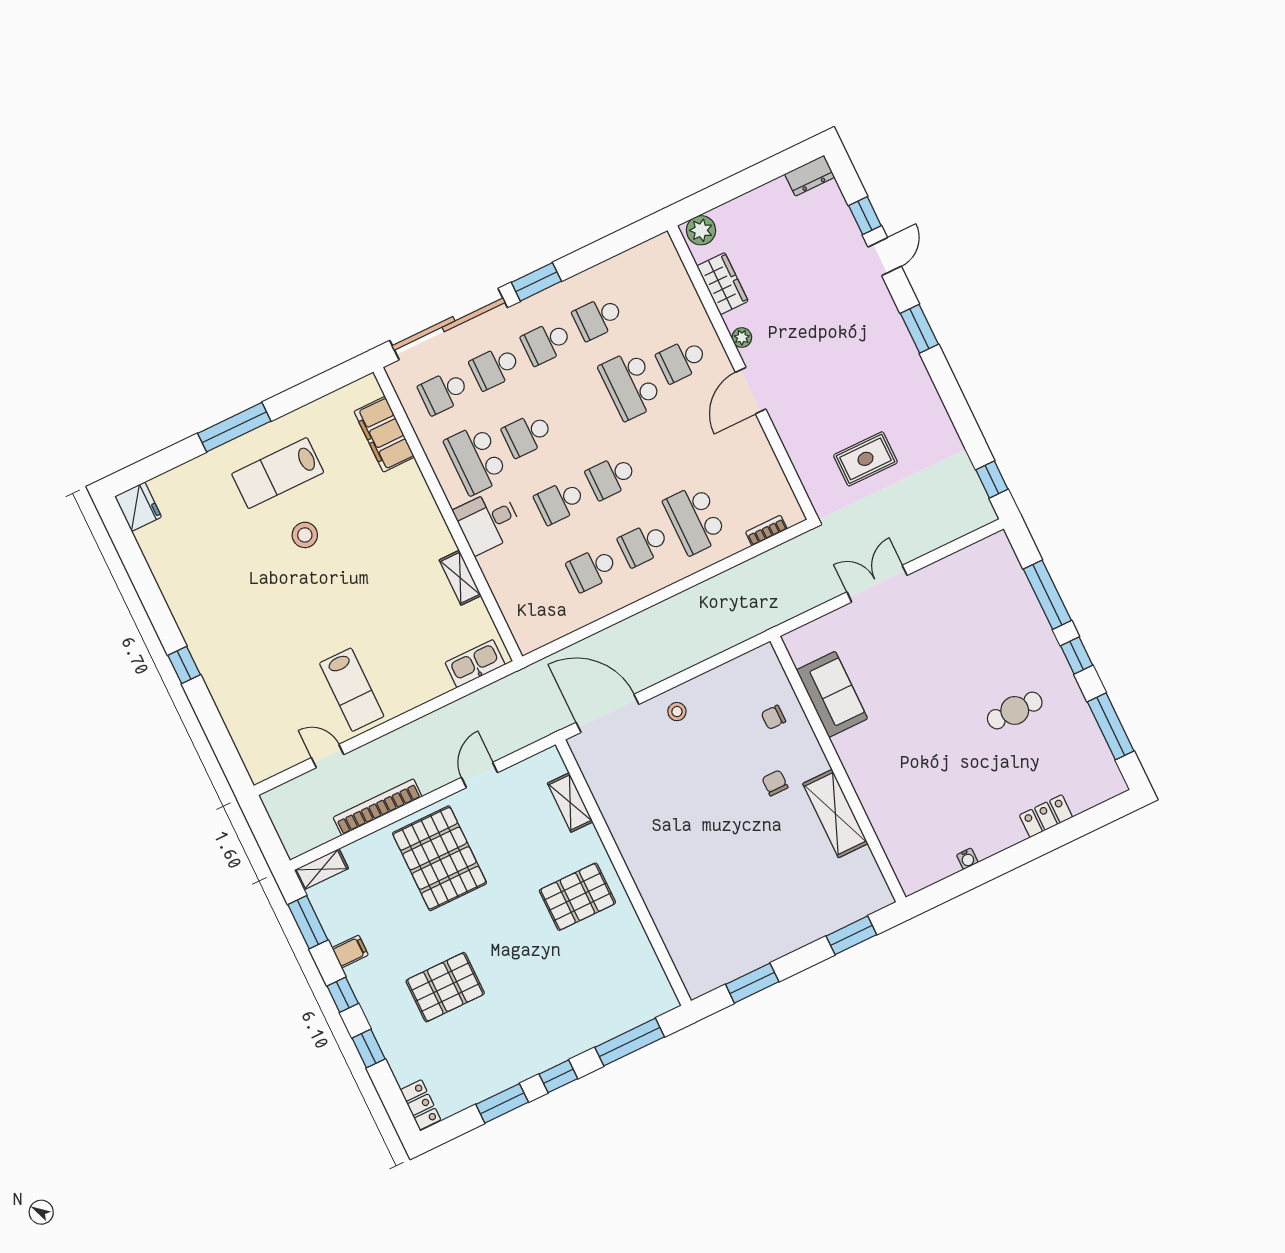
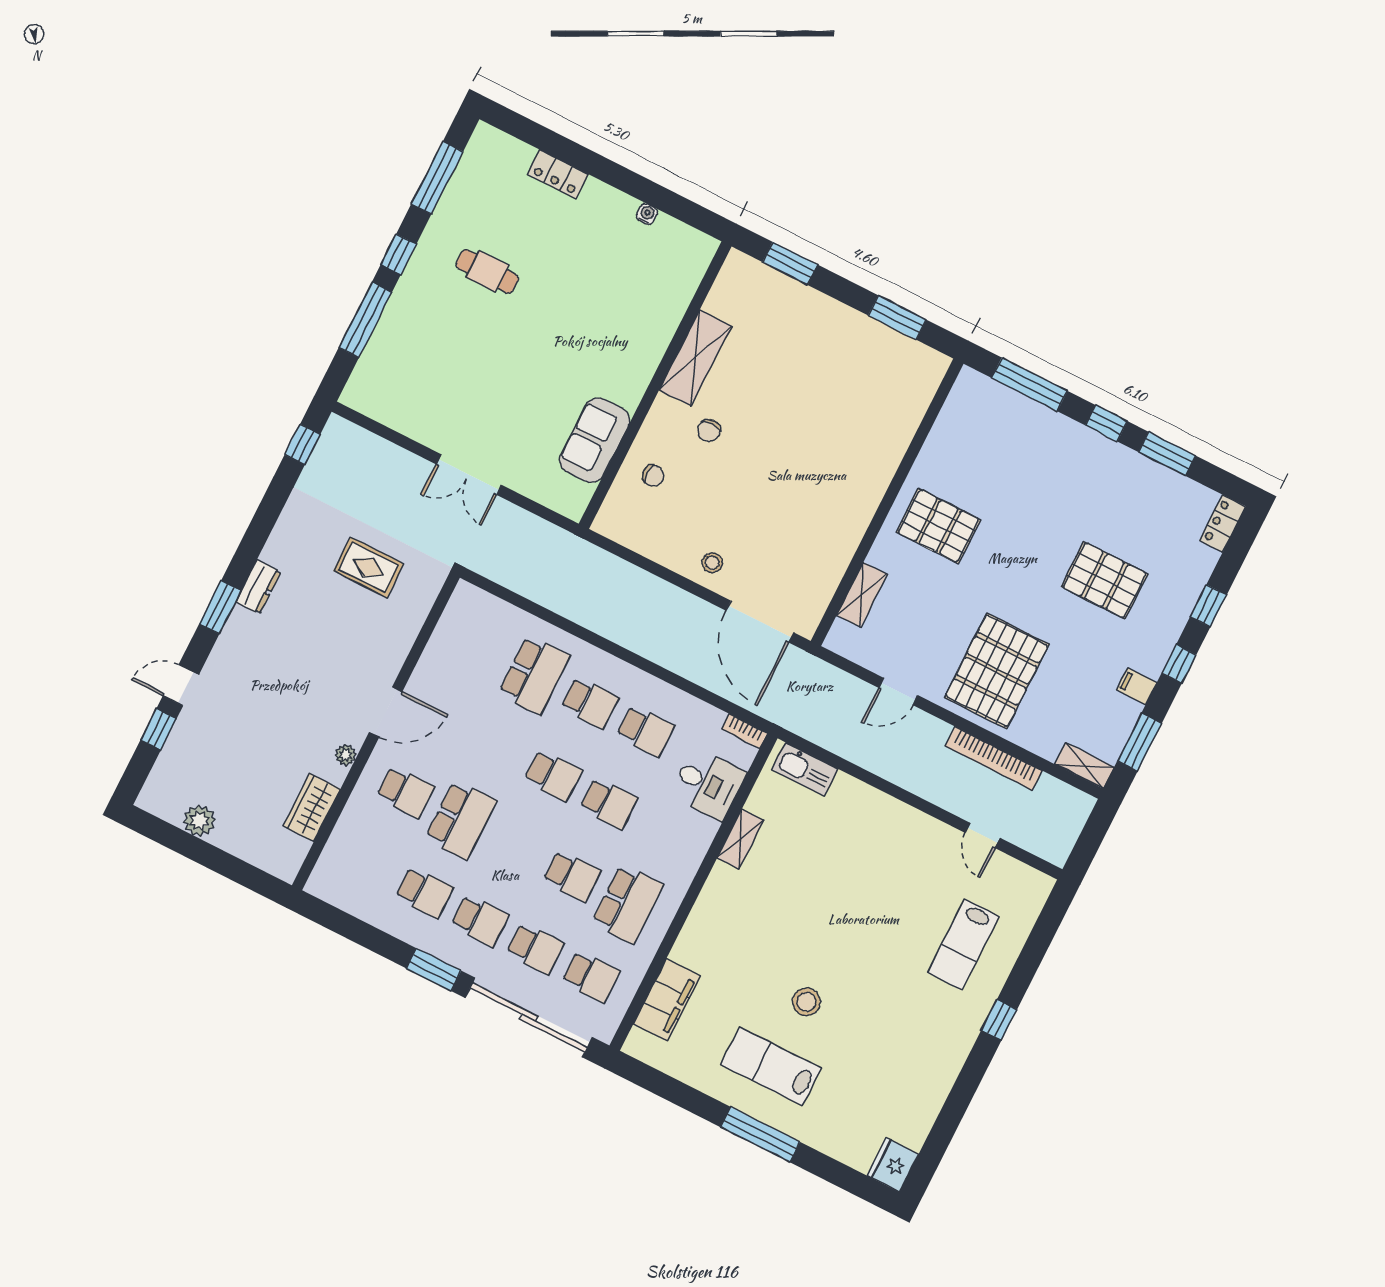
dresser: (810, 176) -> (258, 587), moved, turned 90
plant: (701, 230) -> (199, 821), moved
lab bench: (278, 473) -> (771, 1066), turned 180
desk: (488, 521) -> (708, 784), moved
bookcase: (766, 530) -> (745, 731), moved
lab bench: (352, 690) -> (963, 944), moved, turned 180

